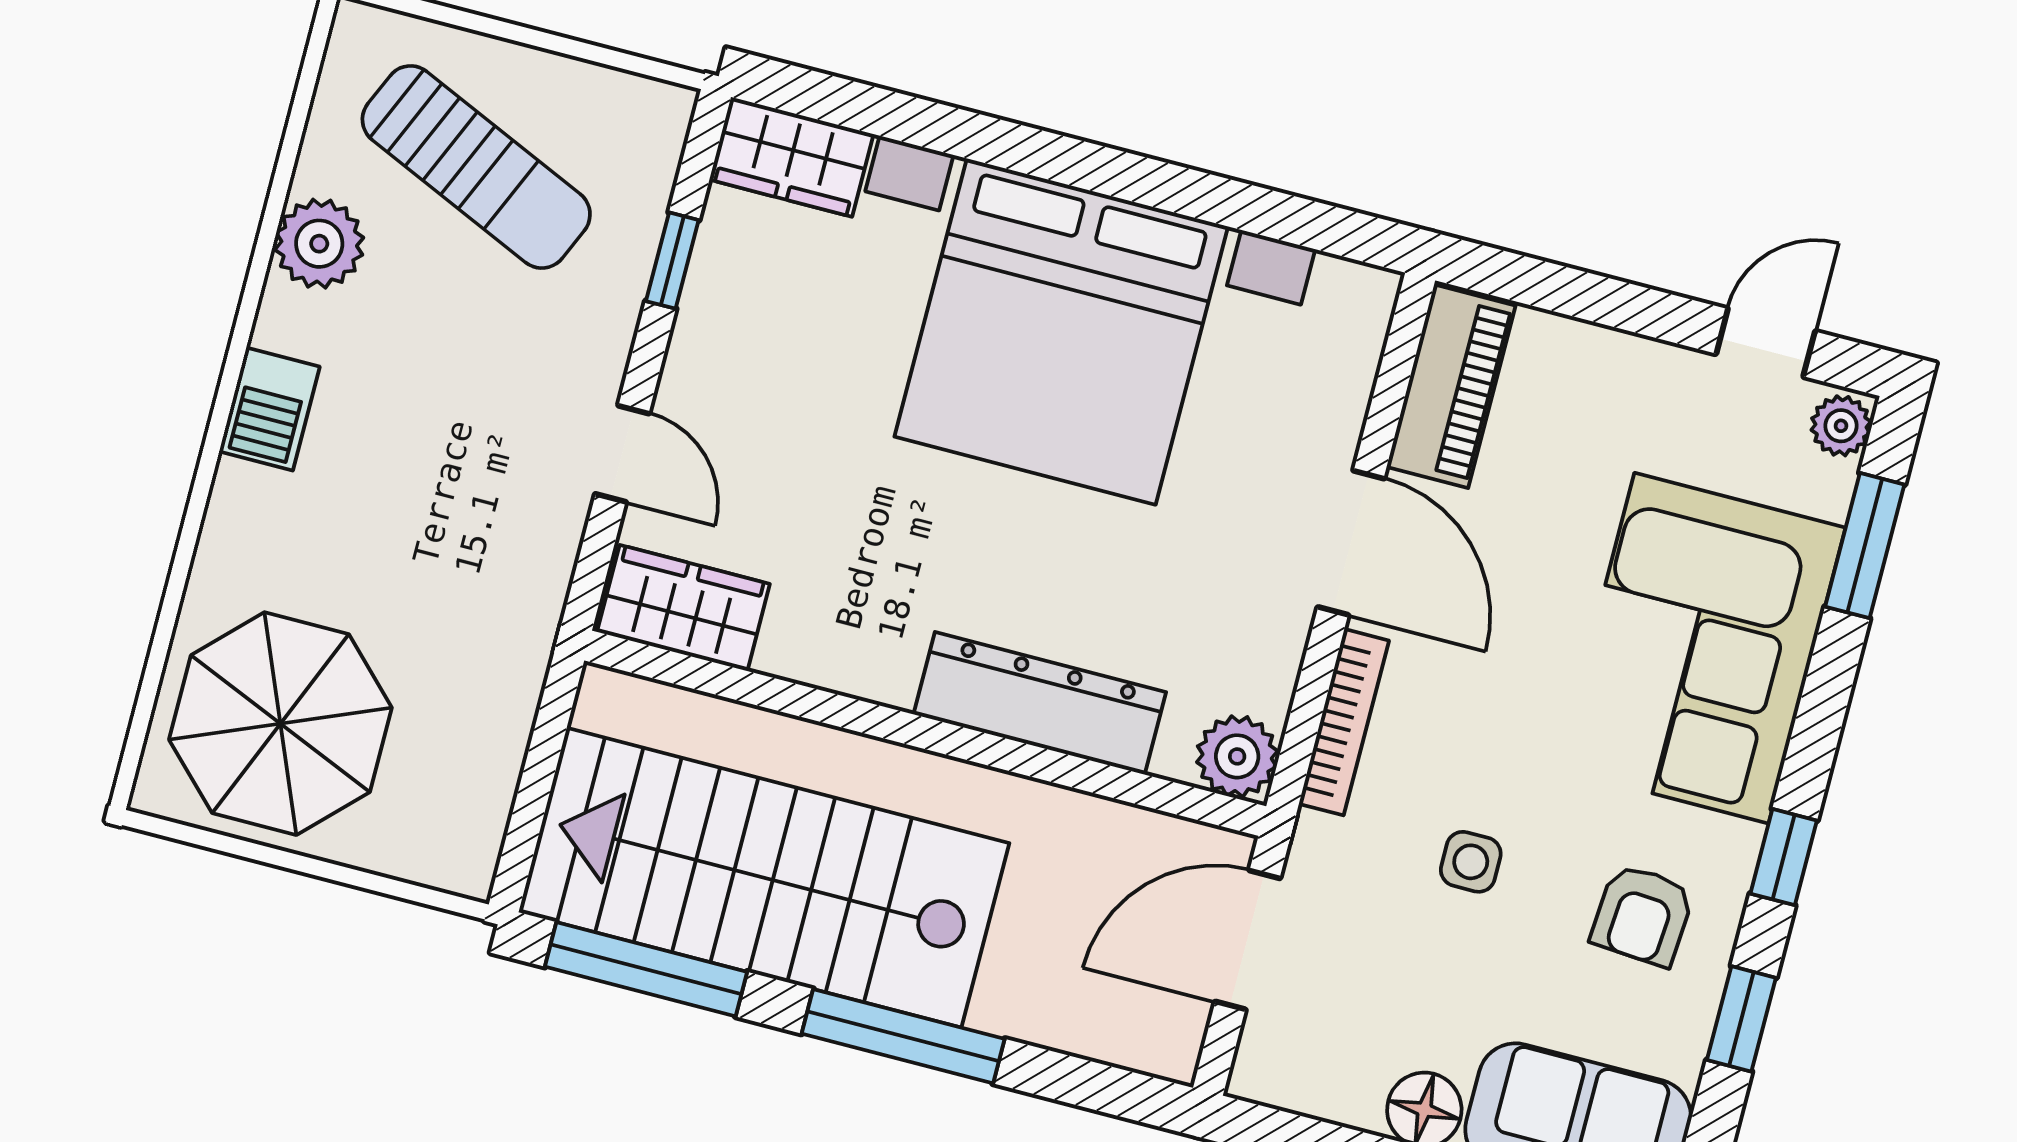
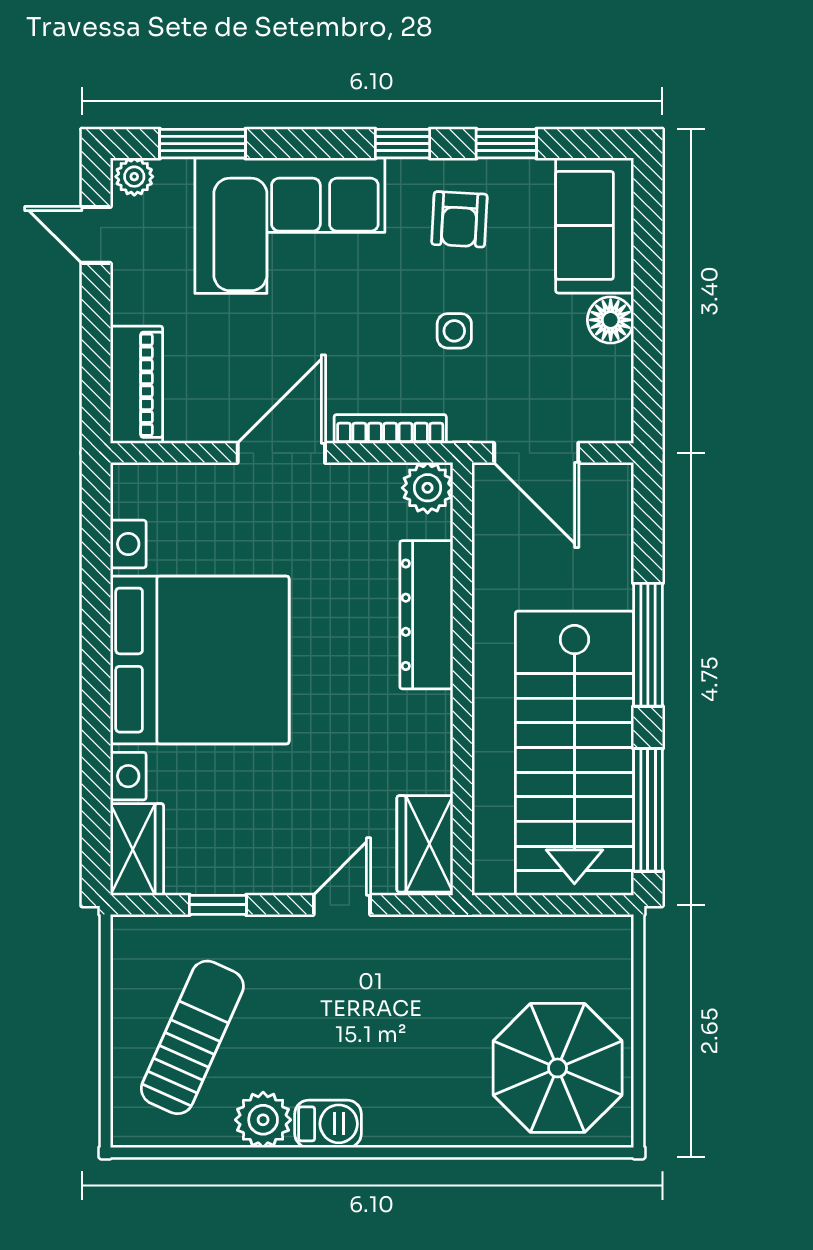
piano: (1451, 386) -> (137, 385), moved, turned 90
barbecue: (269, 409) -> (328, 1124), moved
armchair: (1642, 915) -> (459, 219), turned 89

